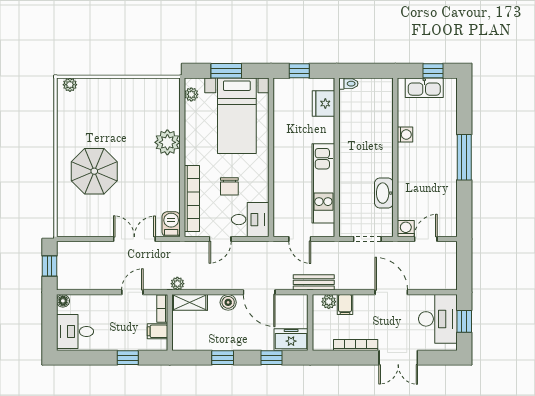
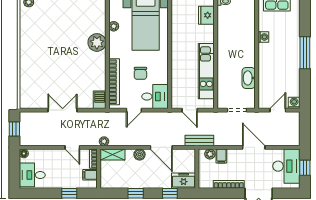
plant: (191, 94) -> (114, 26), moved
parasol: (94, 171) -> (46, 63), removed
washing machine: (406, 229) -> (294, 103), moved
double door: (134, 239) -> (63, 110), moved
door: (132, 292) -> (72, 147), swing flipped

